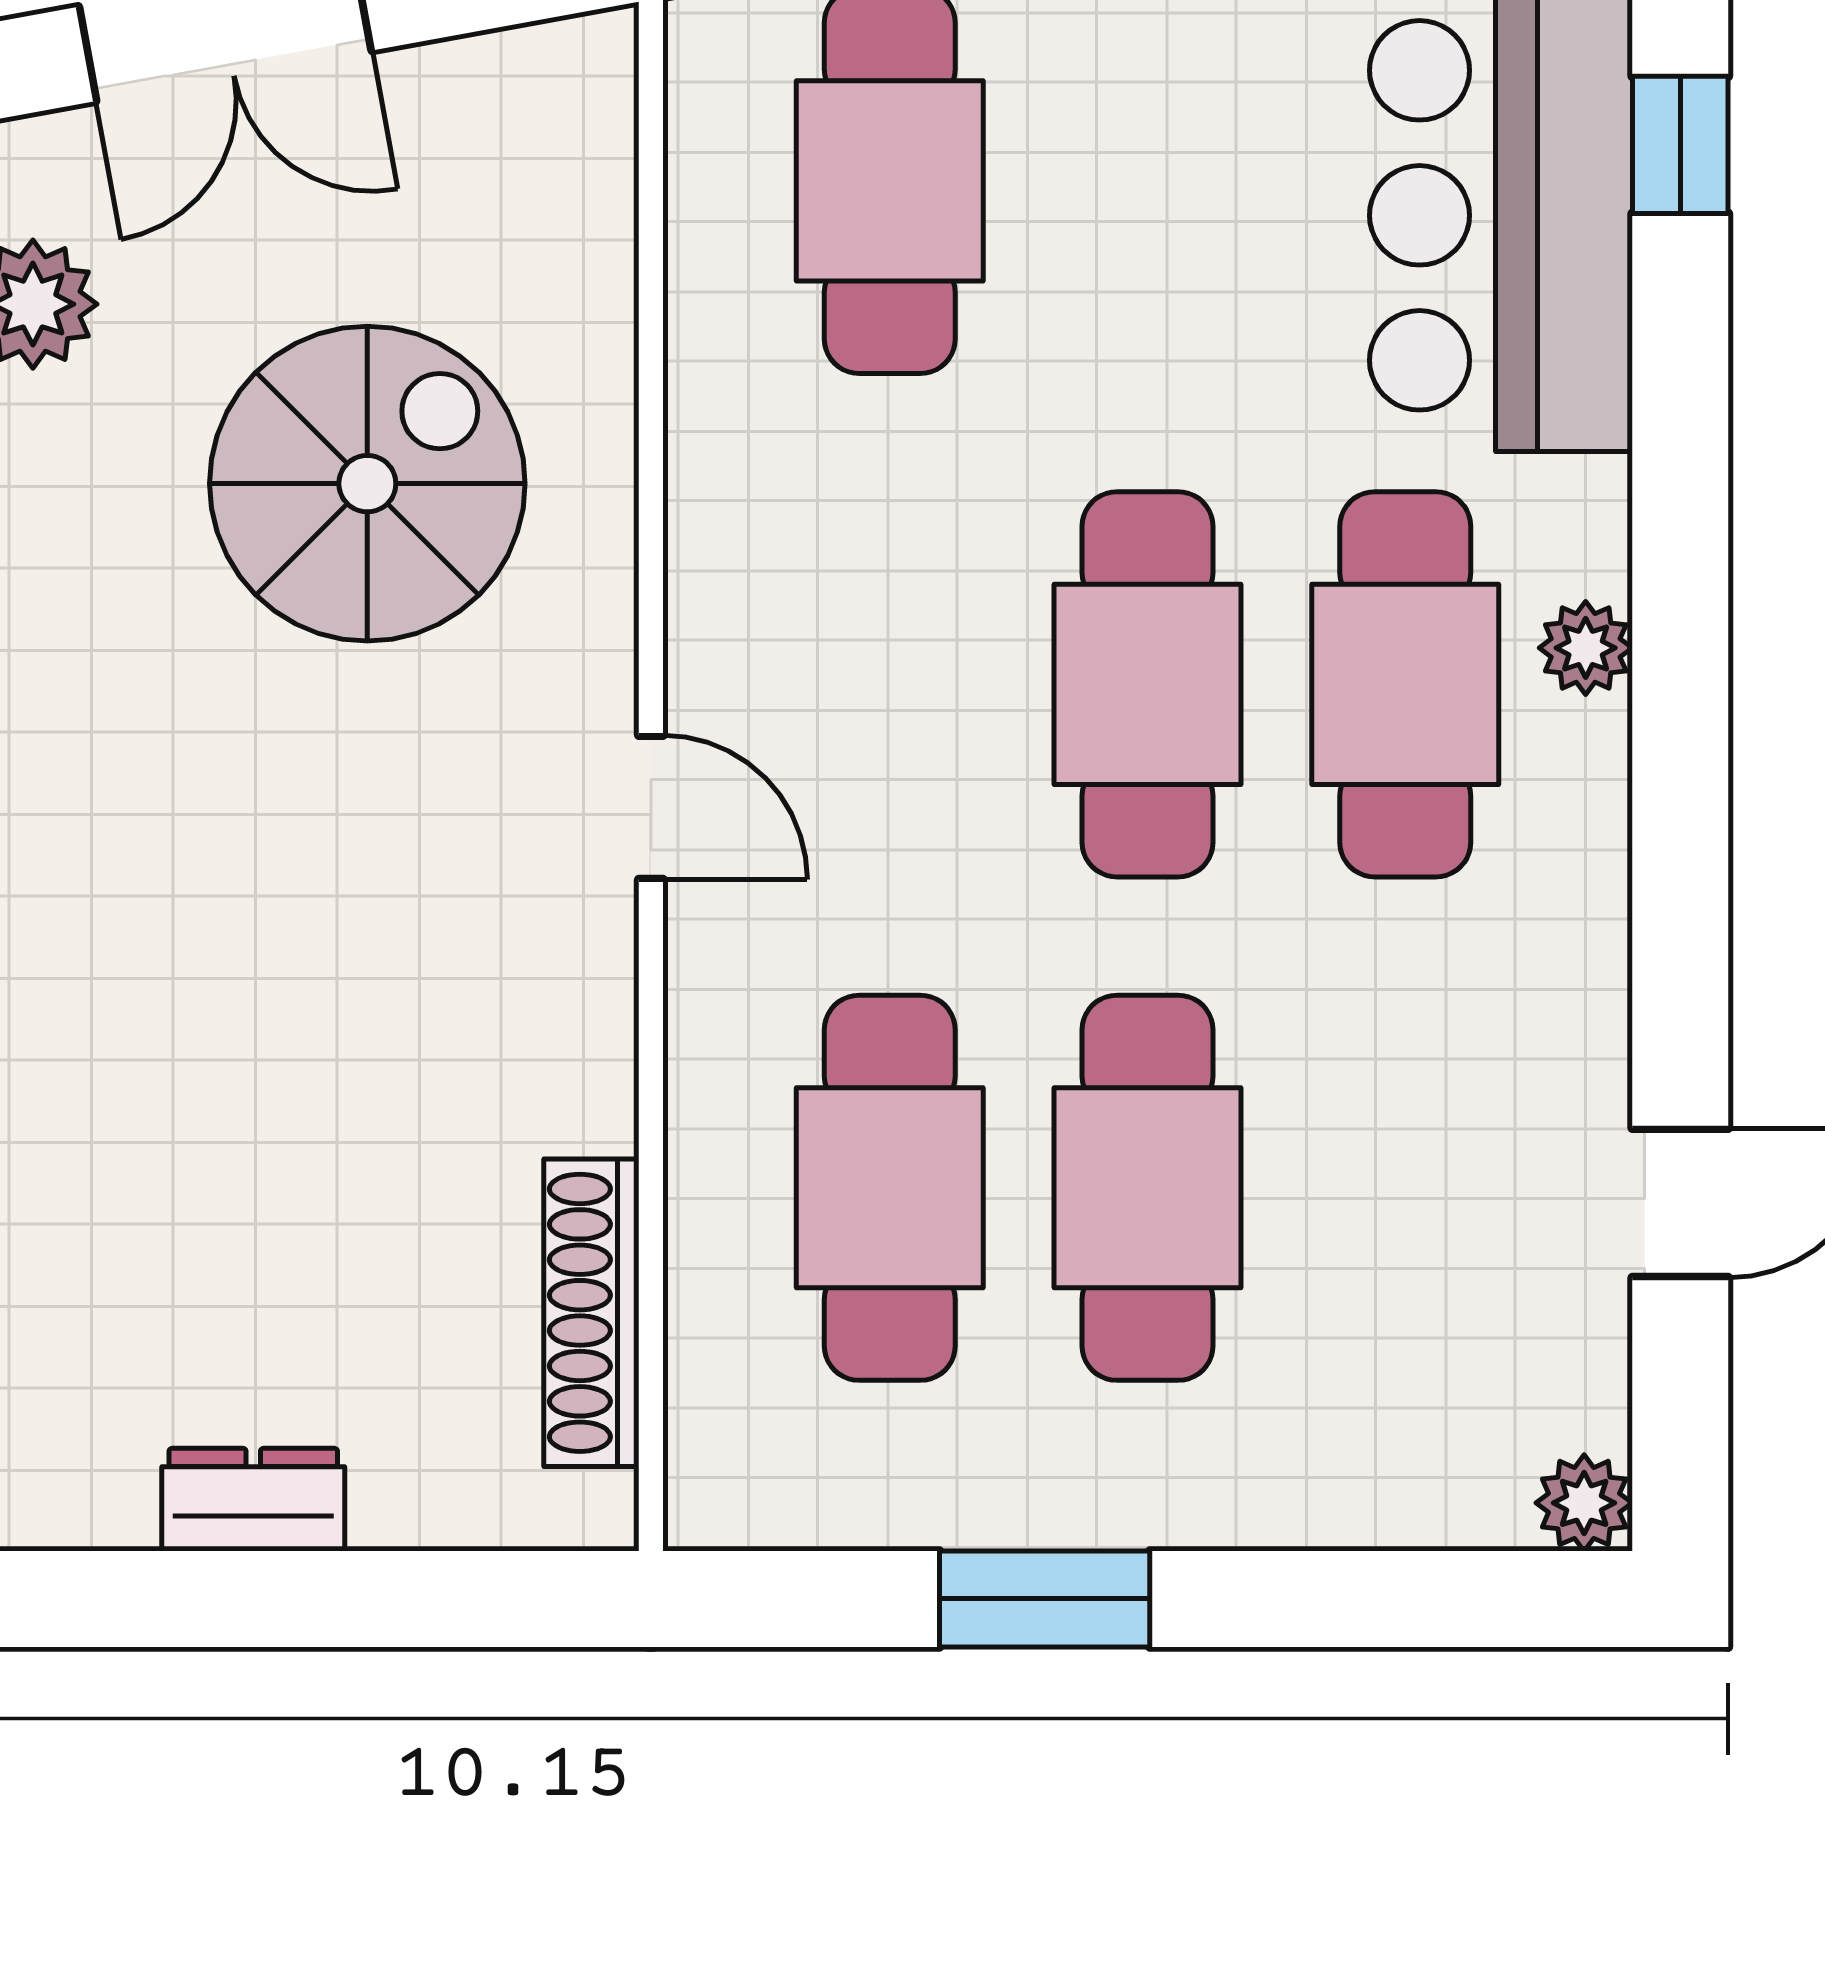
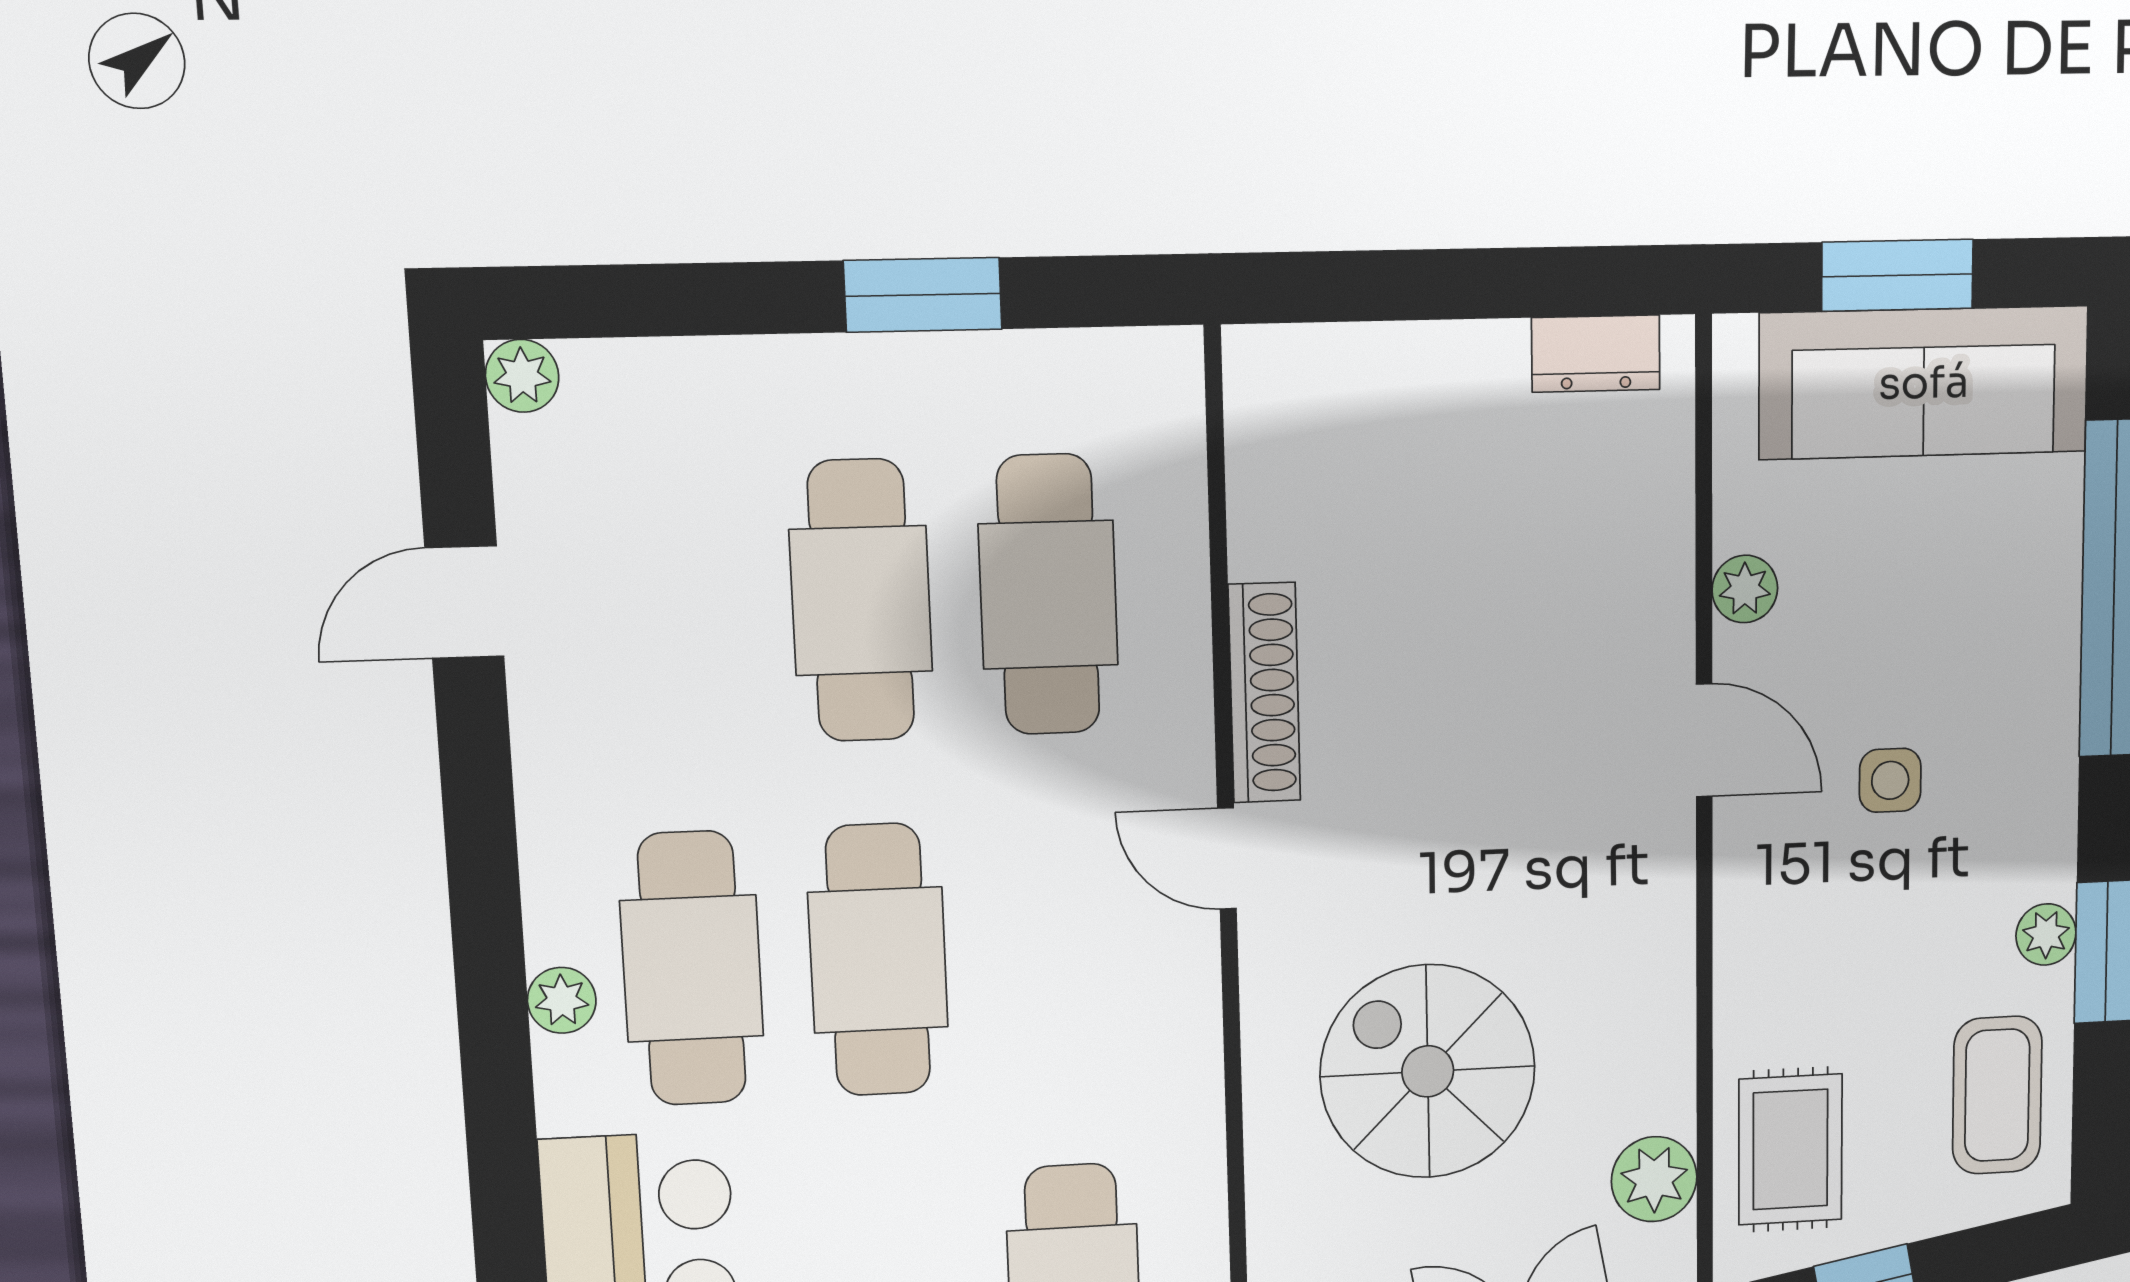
spiral stairs: (367, 484) -> (1428, 1071), turned 90
shoe rack: (591, 1313) -> (1264, 693), moved
dresser: (253, 1500) -> (1596, 354), moved

